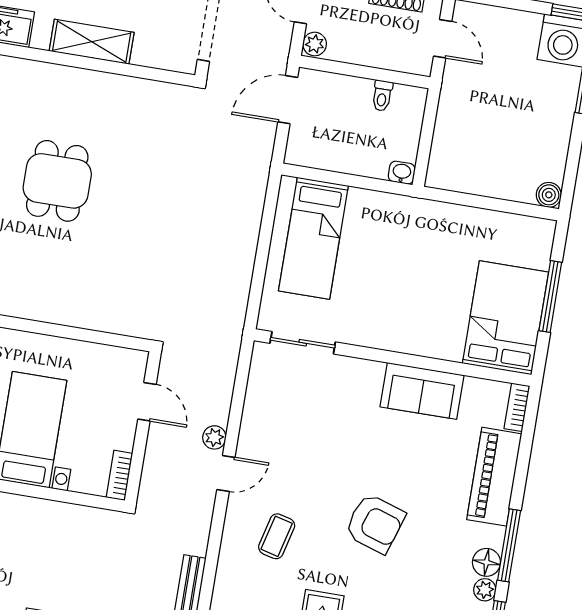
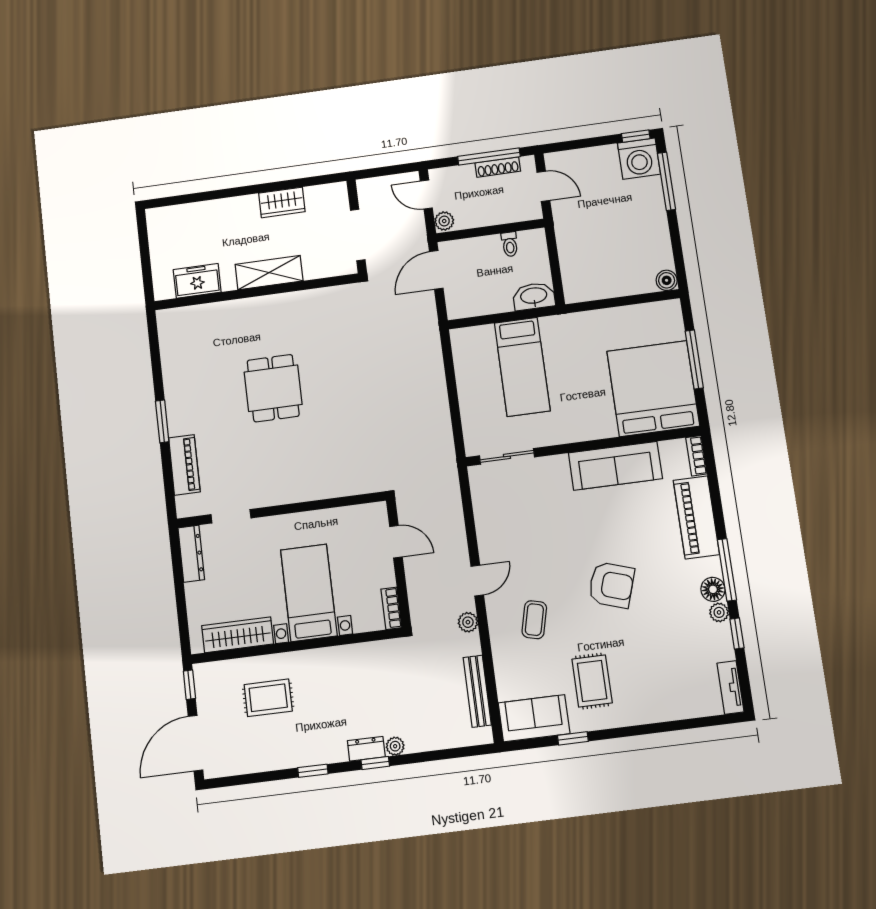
washbasin: (402, 173) -> (534, 296), width x1.91, depth x1.45
bed: (313, 238) -> (522, 367), moved
bed: (505, 318) -> (653, 389), width x1.36
sofa: (422, 391) -> (615, 466), width x1.36
plant: (214, 437) -> (468, 622), moved

